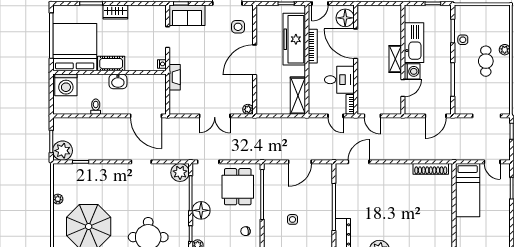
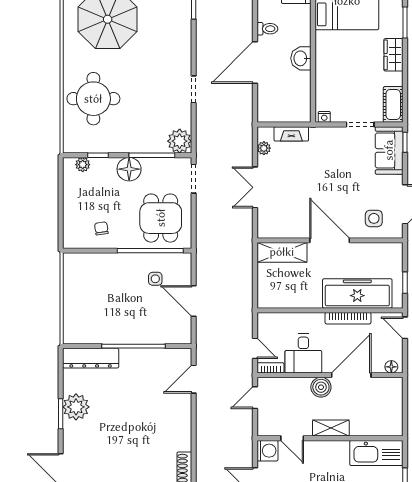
floor lamp: (345, 18) -> (391, 367), width x0.53, depth x0.53
kitchen sink: (414, 43) -> (376, 453), moved
cot: (111, 64) -> (393, 104), moved
boiler: (365, 66) -> (321, 387), added
washing machine: (412, 71) -> (267, 451), moved, turned -90
fireplace: (175, 77) -> (291, 134), moved
shelving: (298, 96) -> (282, 252), moved
plant: (248, 109) -> (264, 148), moved
door: (146, 116) -> (255, 62), moved
door: (335, 116) -> (255, 348), swing flipped
door: (359, 162) -> (194, 379), swing flipped
dining table: (238, 187) -> (161, 218), turned 90
side table: (293, 219) -> (155, 279), moved

